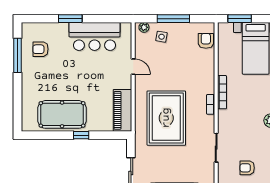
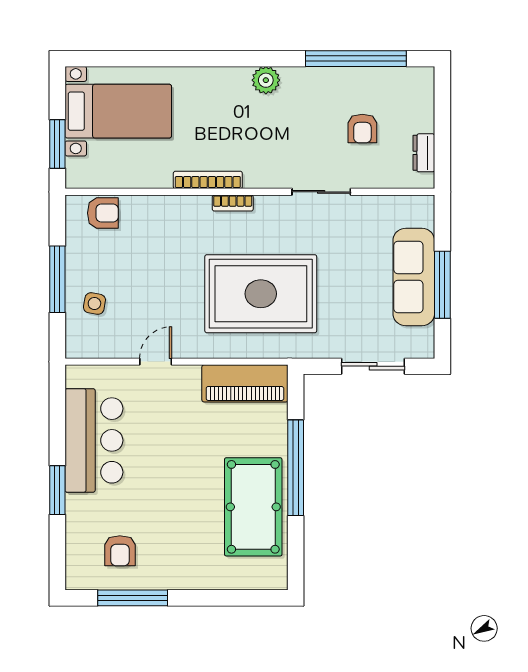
plant: (144, 27) -> (75, 339), removed
armchair: (206, 41) -> (103, 213), turned 180
window: (81, 135) -> (296, 468), width x3.17

